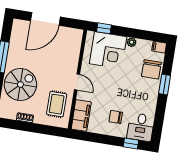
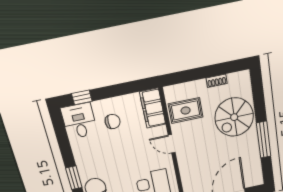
rug: (57, 104) -> (186, 110), turned 90

